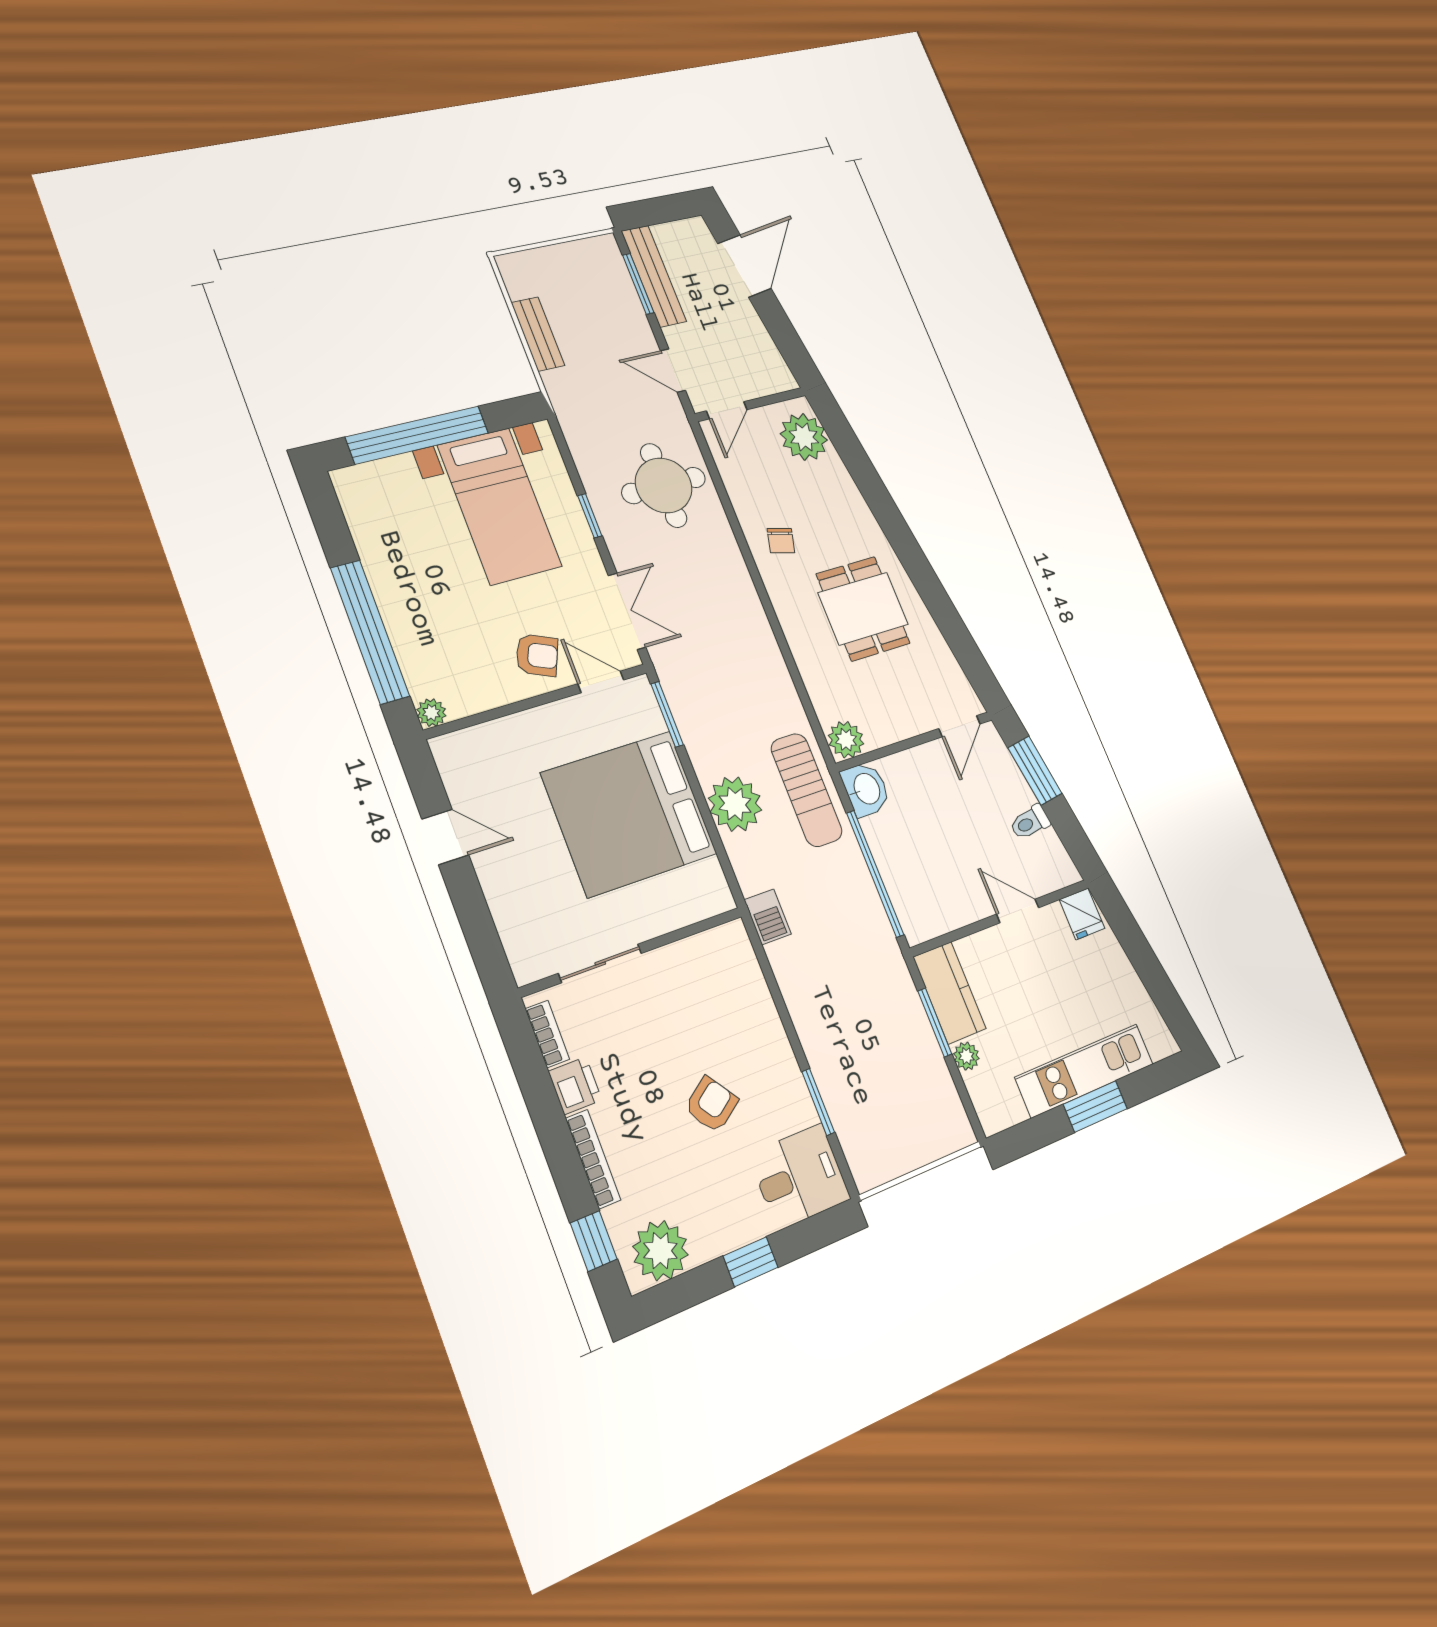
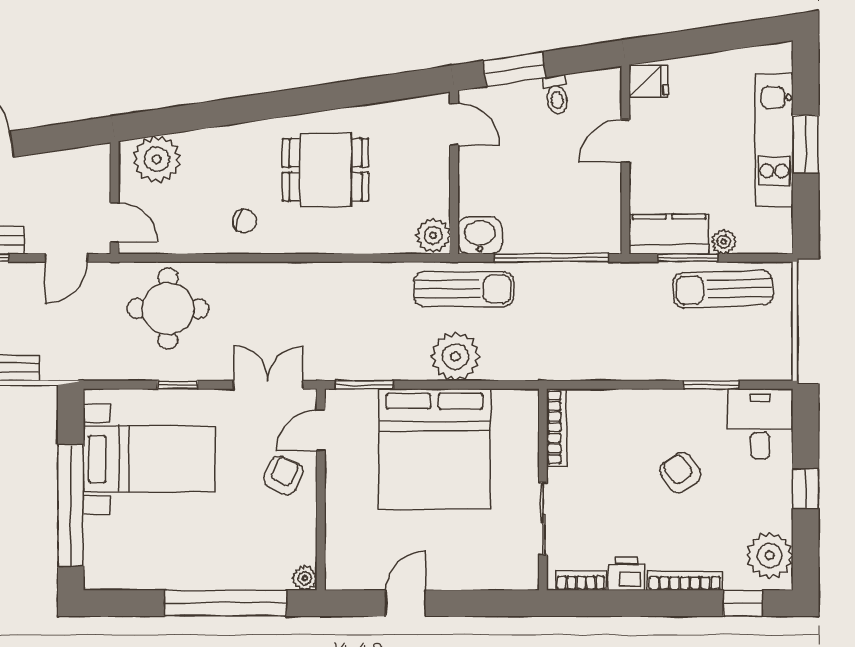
barbecue: (768, 917) -> (554, 366), removed
bookcase: (705, 943) -> (557, 427), added
sun lounger: (920, 1075) -> (723, 289), added

